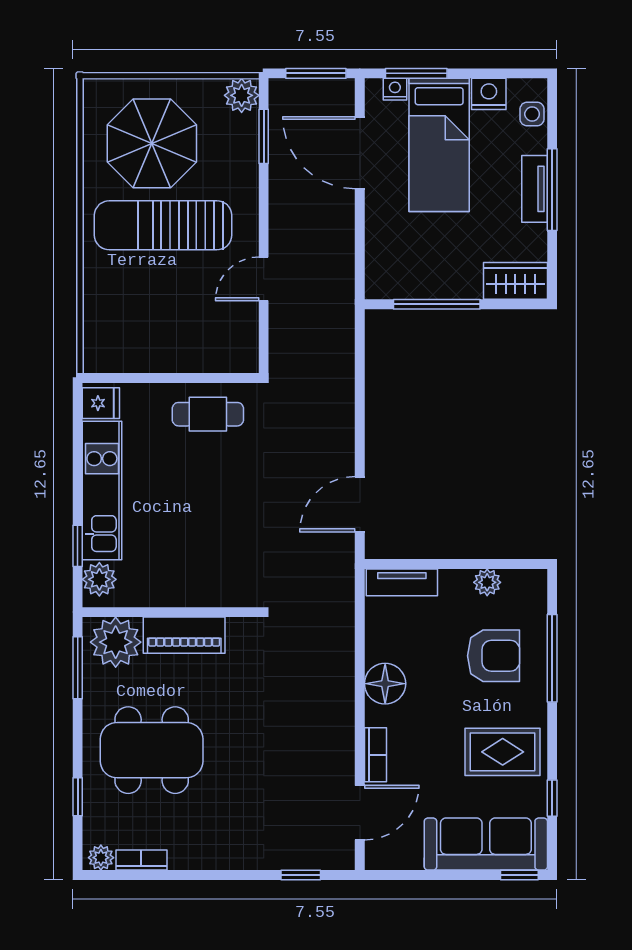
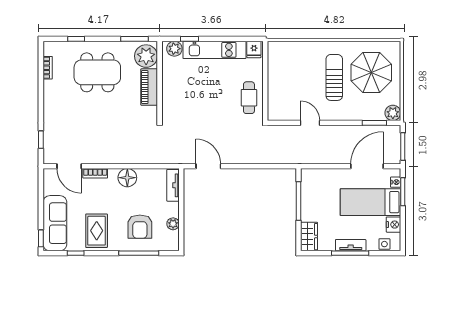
sun lounger: (163, 225) -> (334, 77), width x0.73, depth x0.75
dining table: (152, 750) -> (97, 72), turned 90
plant: (101, 858) -> (49, 49), removed

